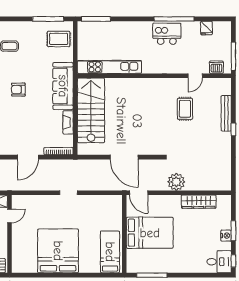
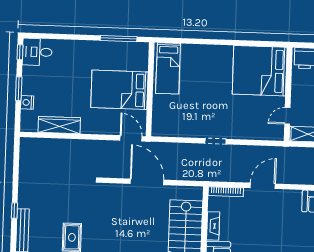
plant: (176, 182) -> (85, 150), removed
nightstand: (226, 236) -> (27, 102), moved
bed: (58, 251) -> (260, 71), moved, turned 90

